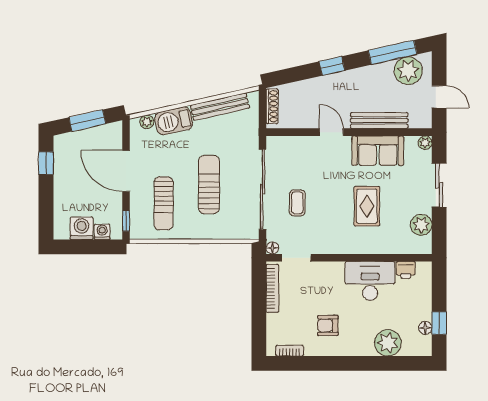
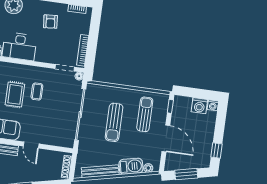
coffee table: (297, 203) -> (37, 92), moved
washing machine: (102, 232) -> (213, 105), moved
armchair: (328, 326) -> (50, 22), turned 85

